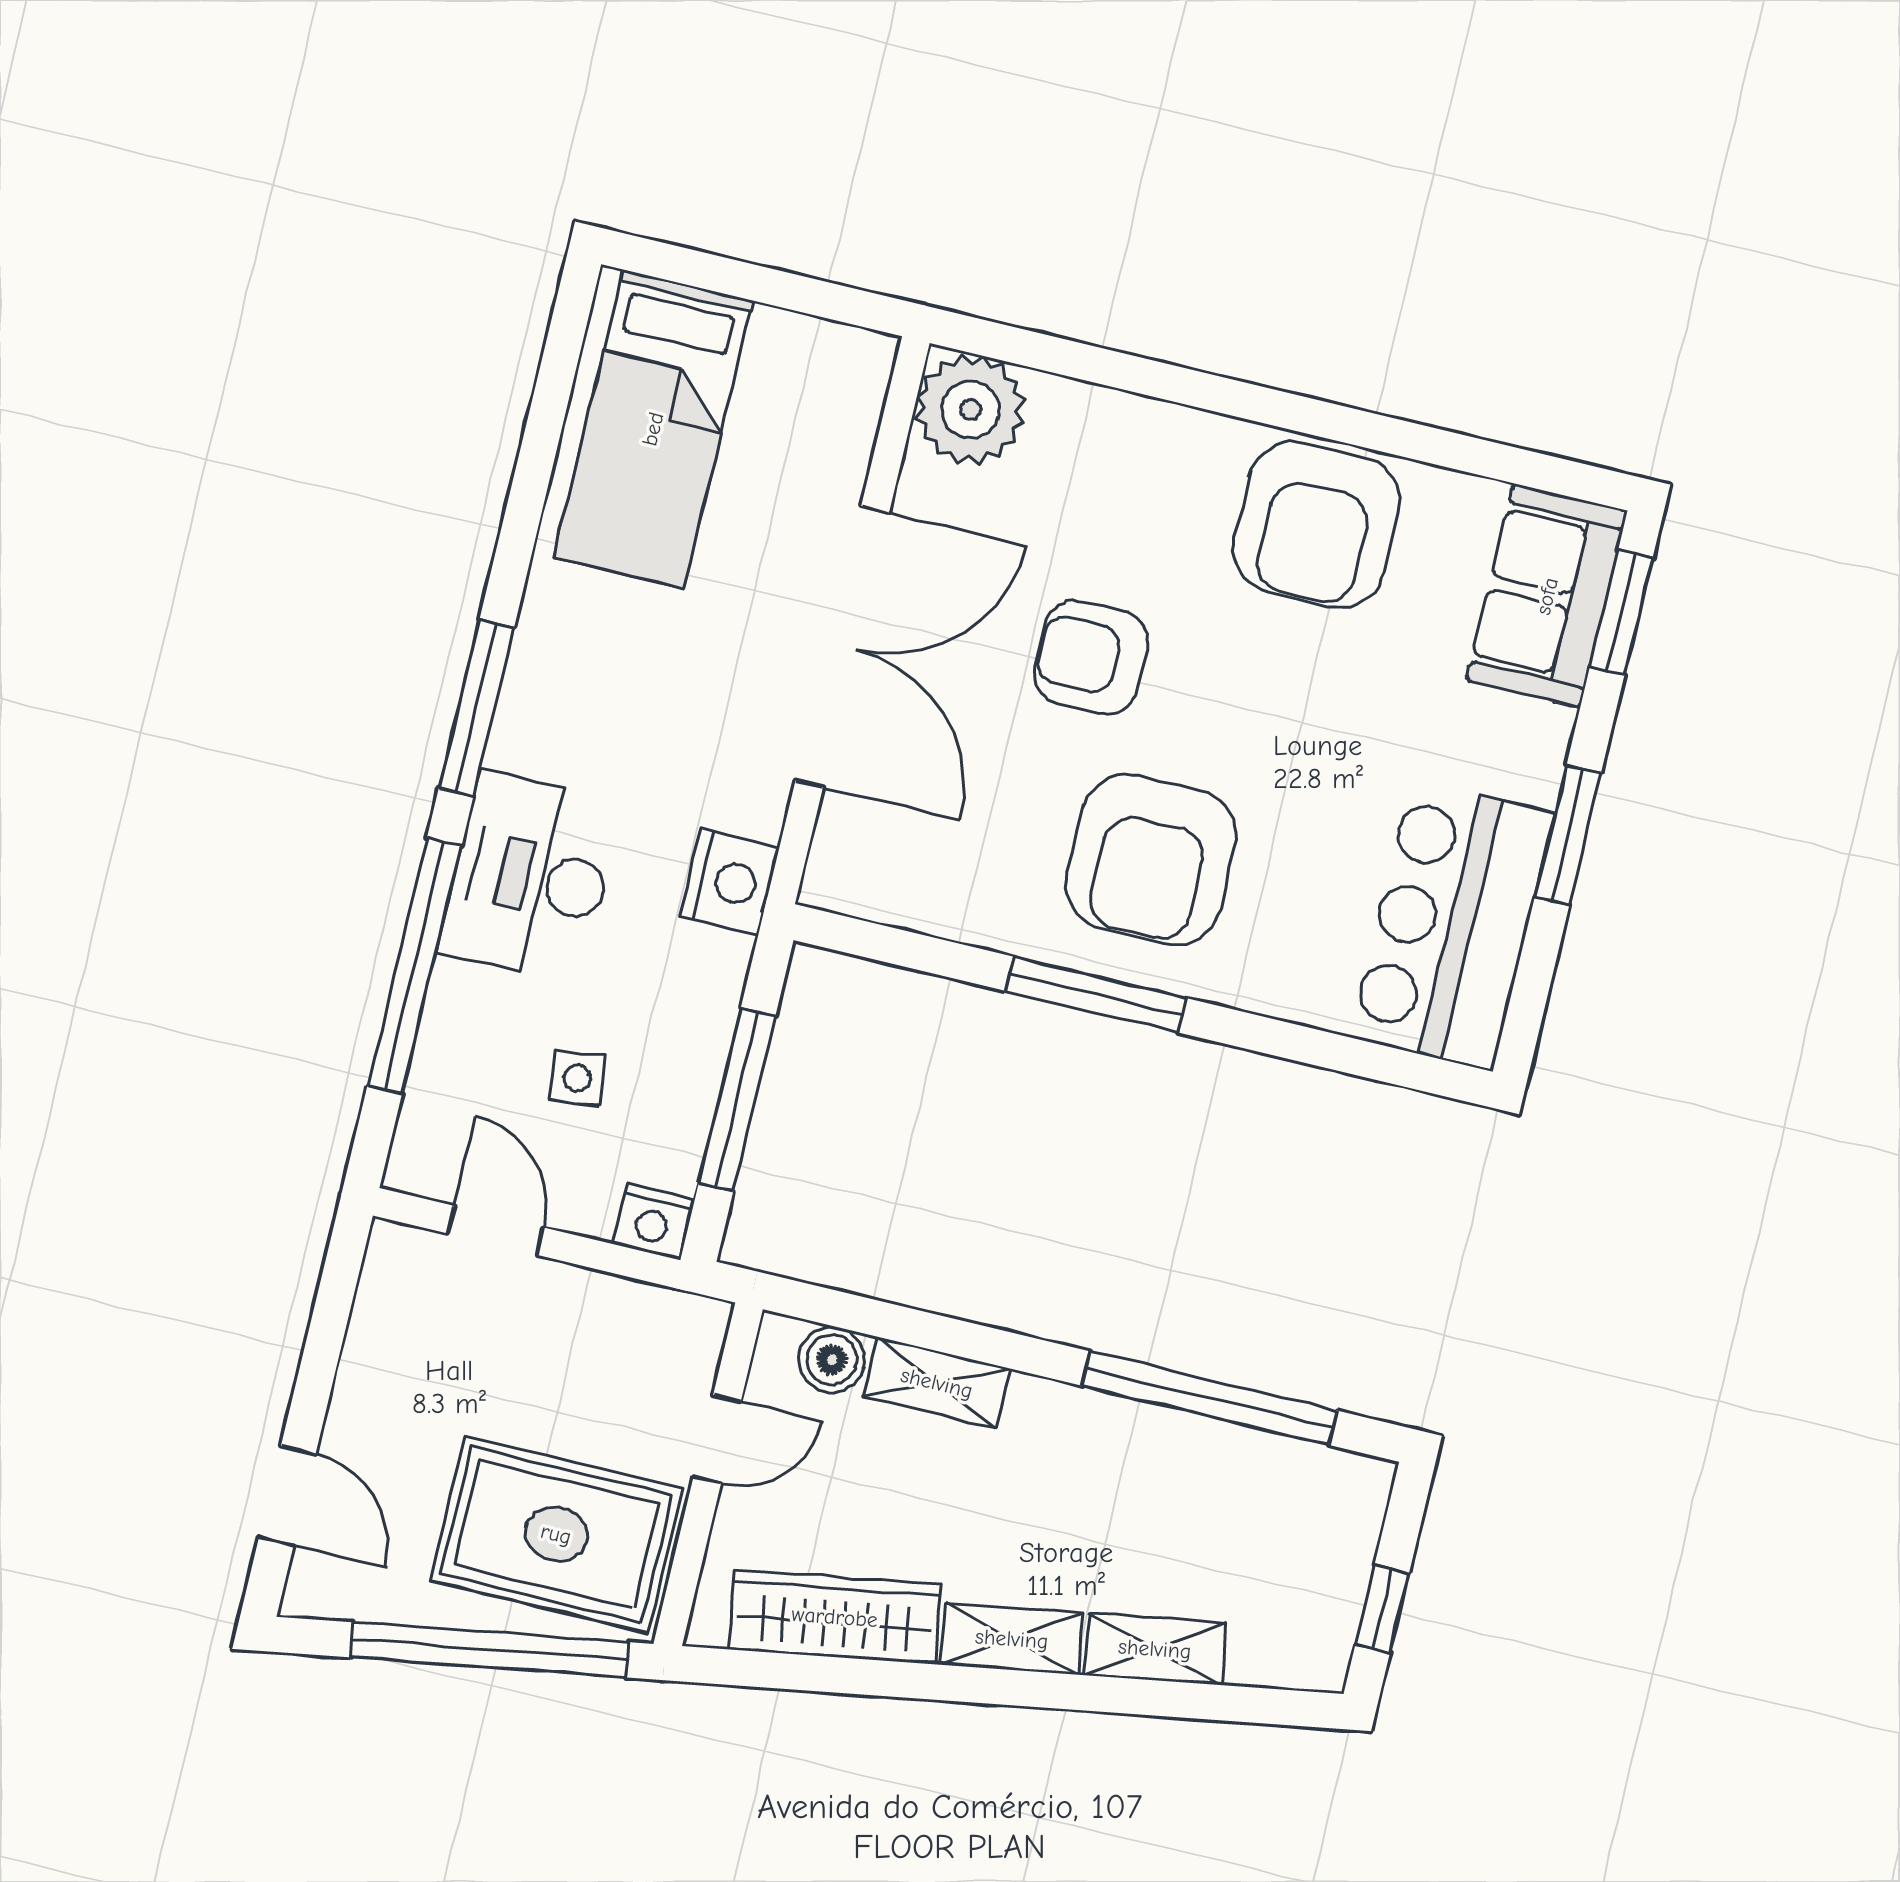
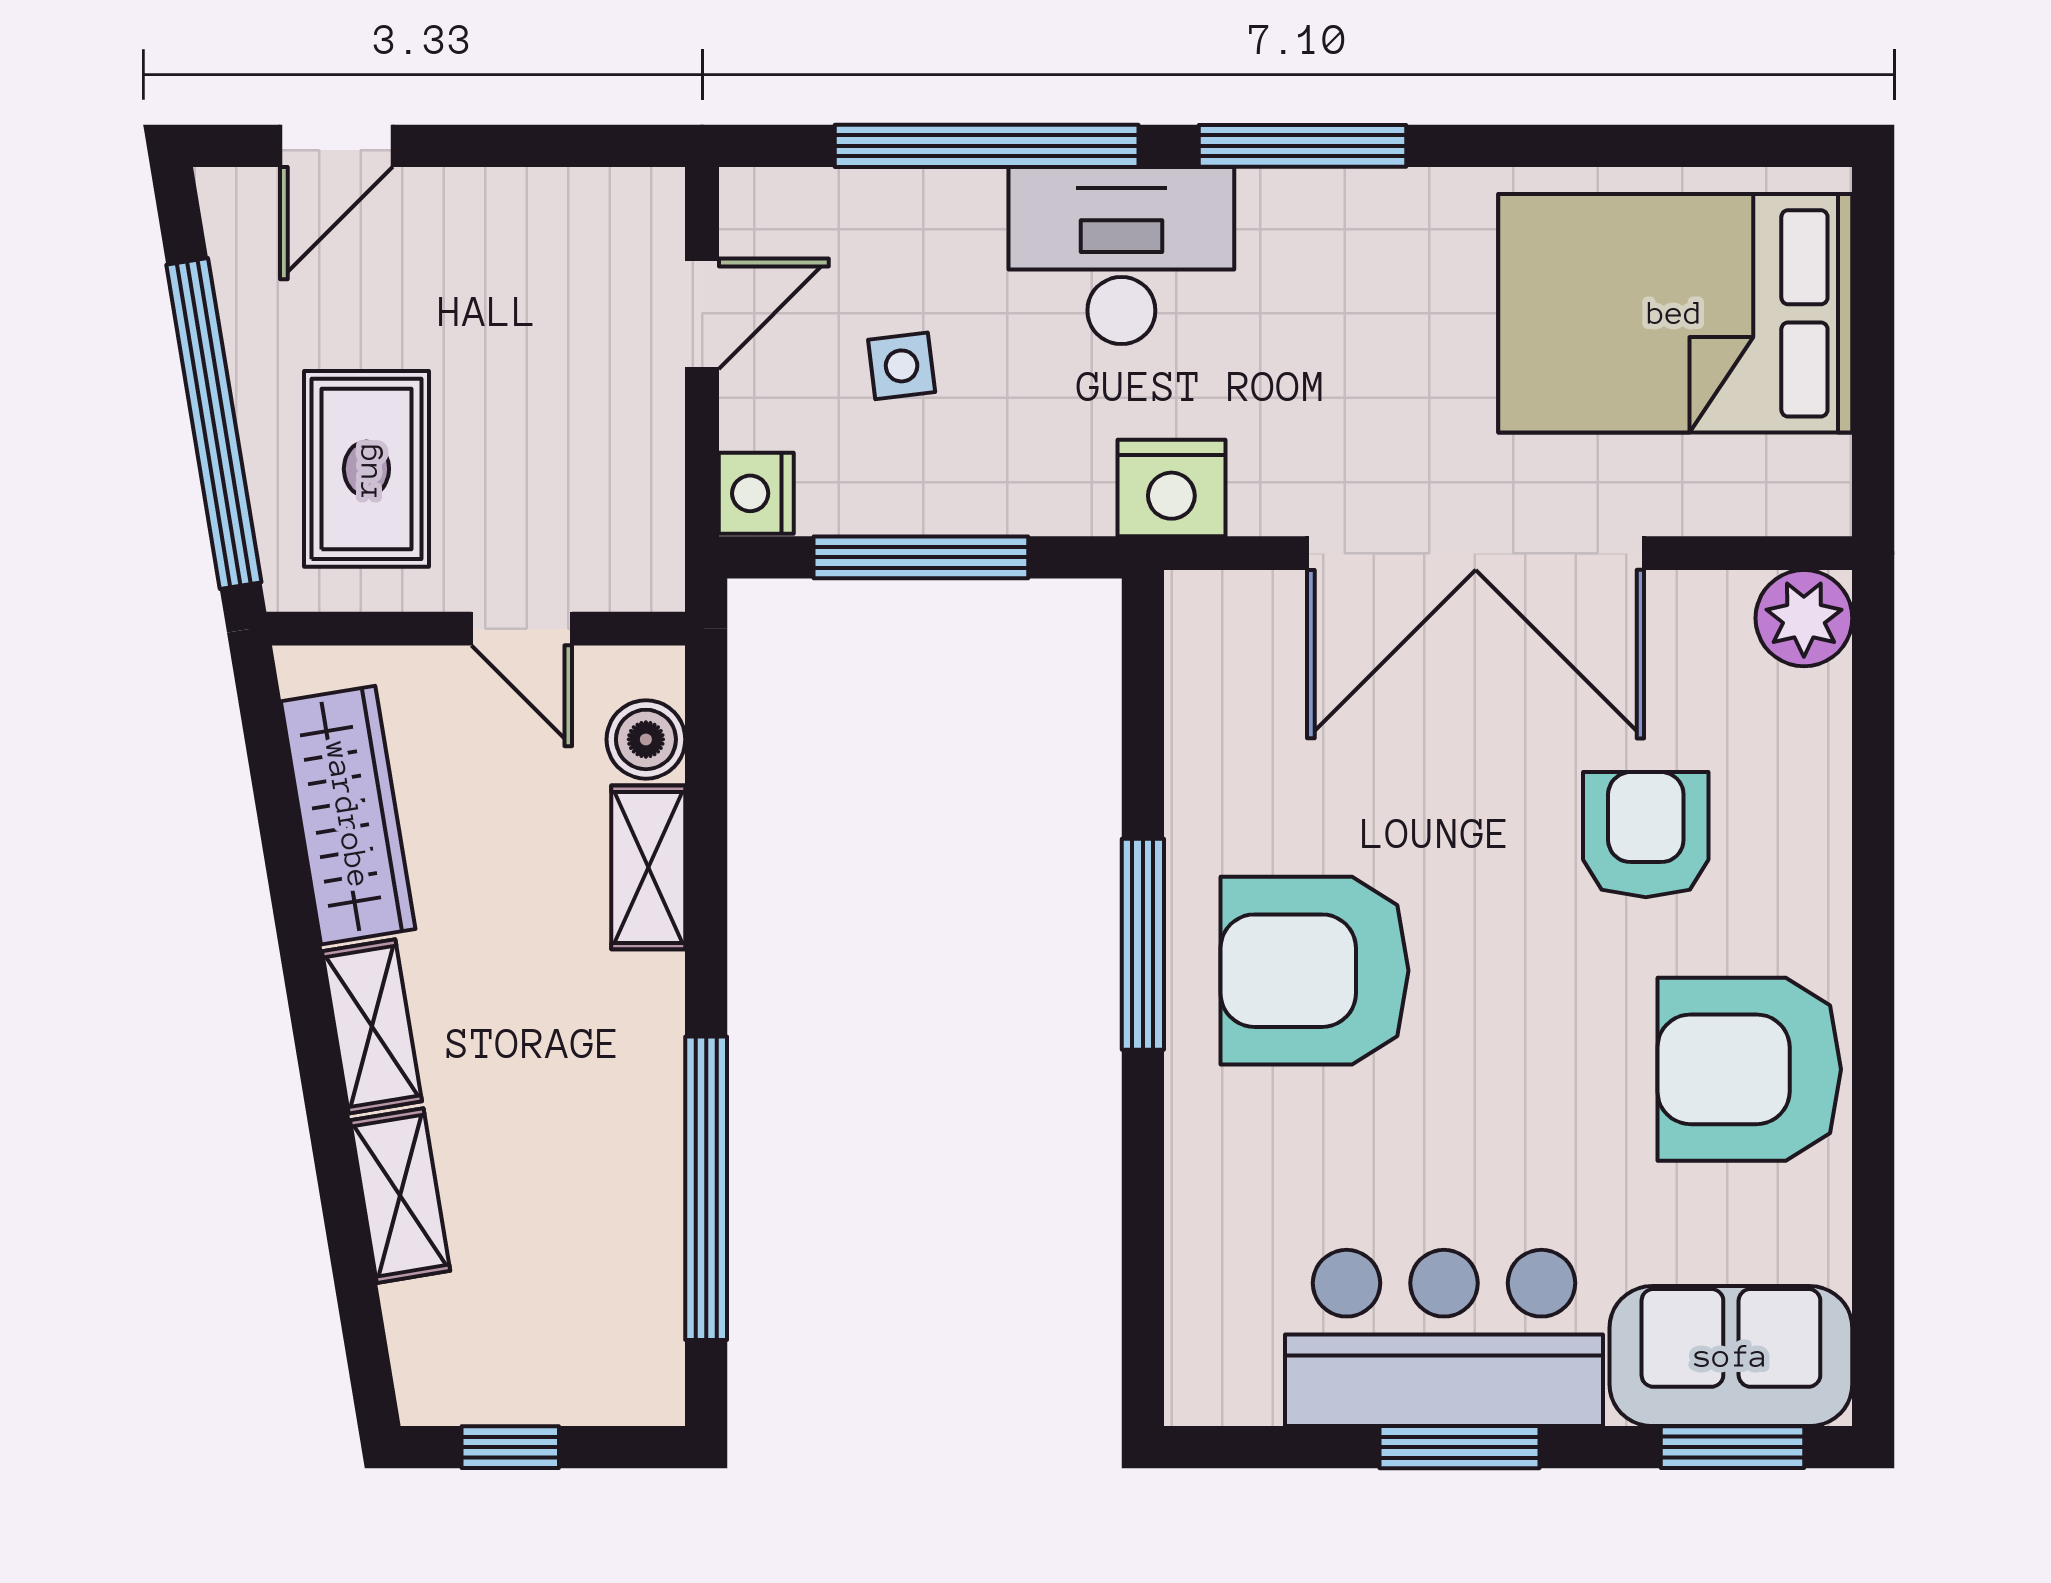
plant: (970, 409) -> (1804, 618), width x0.73, depth x0.73
bed: (653, 429) -> (1675, 313), width x1.50
armchair: (1091, 657) -> (1646, 835), moved
bar counter: (1452, 925) -> (1444, 1338), moved
rug: (556, 1534) -> (366, 469), width x0.73, depth x0.70

